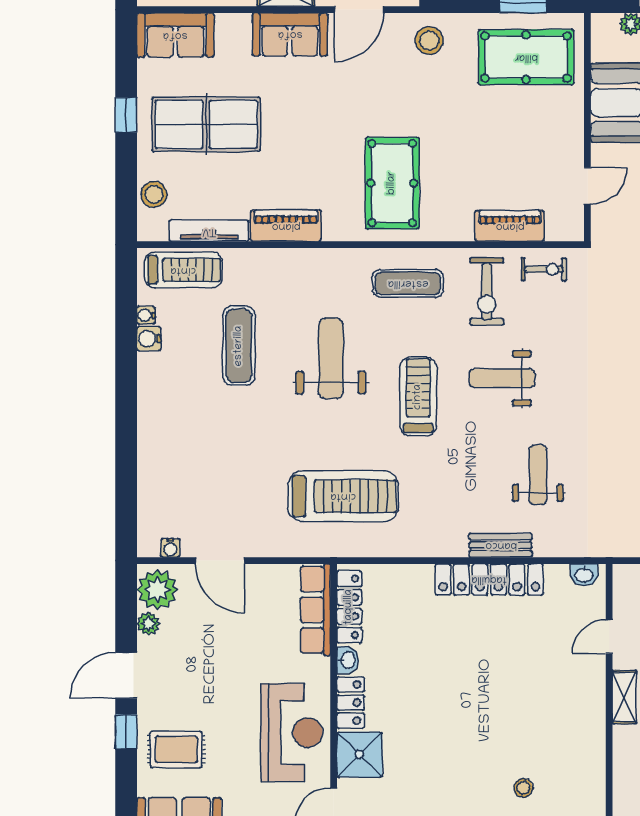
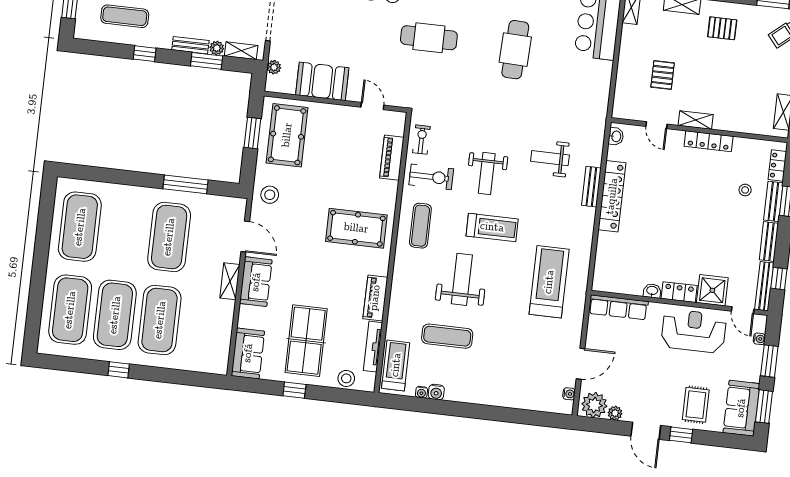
weight bench: (331, 358) -> (462, 279), turned 90
treadmill: (418, 397) -> (492, 227), turned 180
locker: (349, 607) -> (709, 141), moved, turned 180

